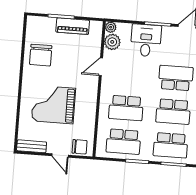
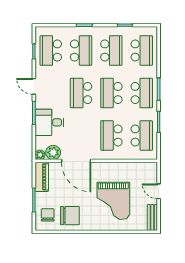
piano: (73, 26) -> (42, 177), moved
door: (101, 67) -> (76, 161), width x1.87
school desk: (126, 108) -> (111, 136), turned 180
school desk: (173, 112) -> (111, 93), turned 180
chair: (80, 147) -> (48, 215), moved
door: (60, 155) -> (159, 191), swing flipped

